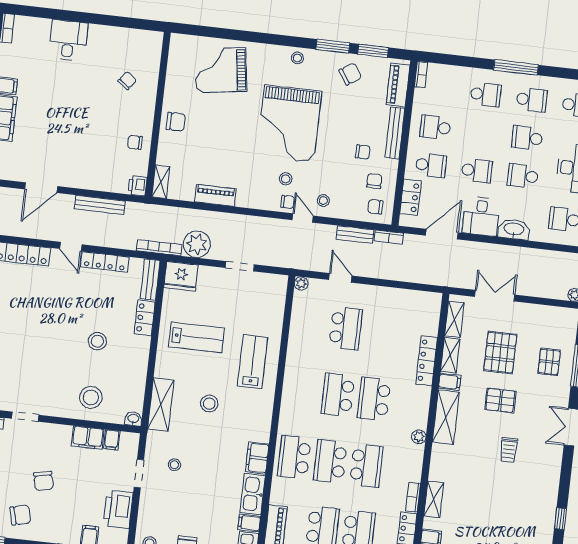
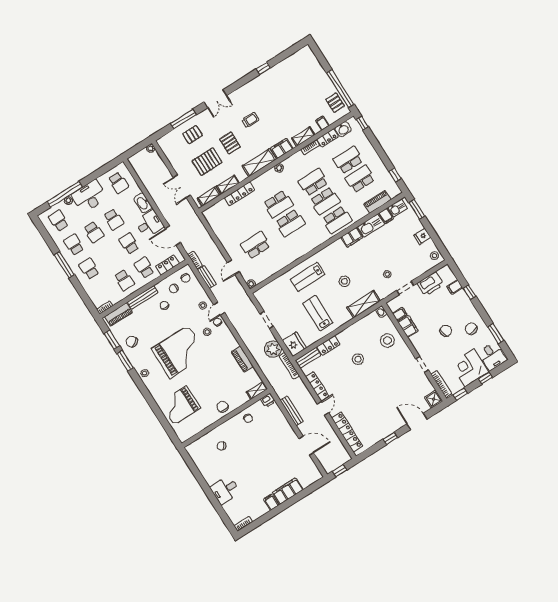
grand piano: (221, 70) -> (180, 405), turned 98
filing cabinet: (450, 382) -> (282, 148), moved, width x2.00

